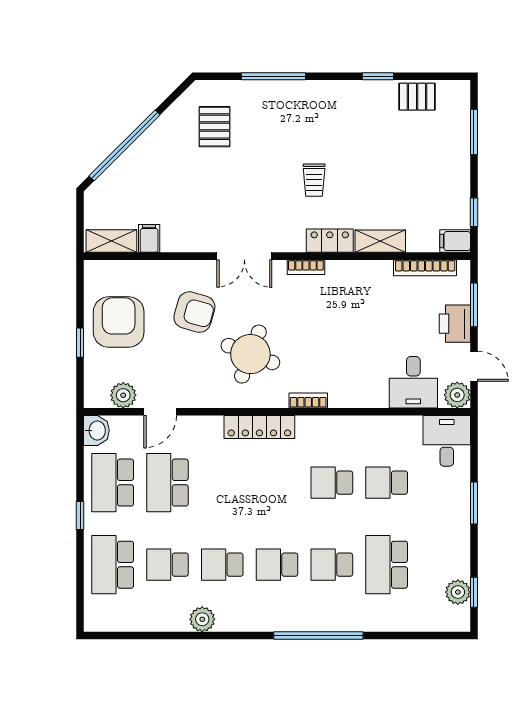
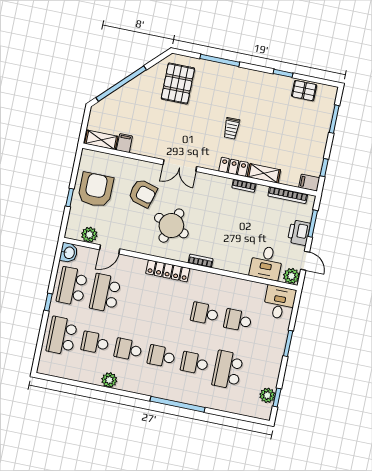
pallet: (214, 127) -> (178, 84), width x1.50, depth x1.42
bookcase: (306, 267) -> (244, 186), moved

